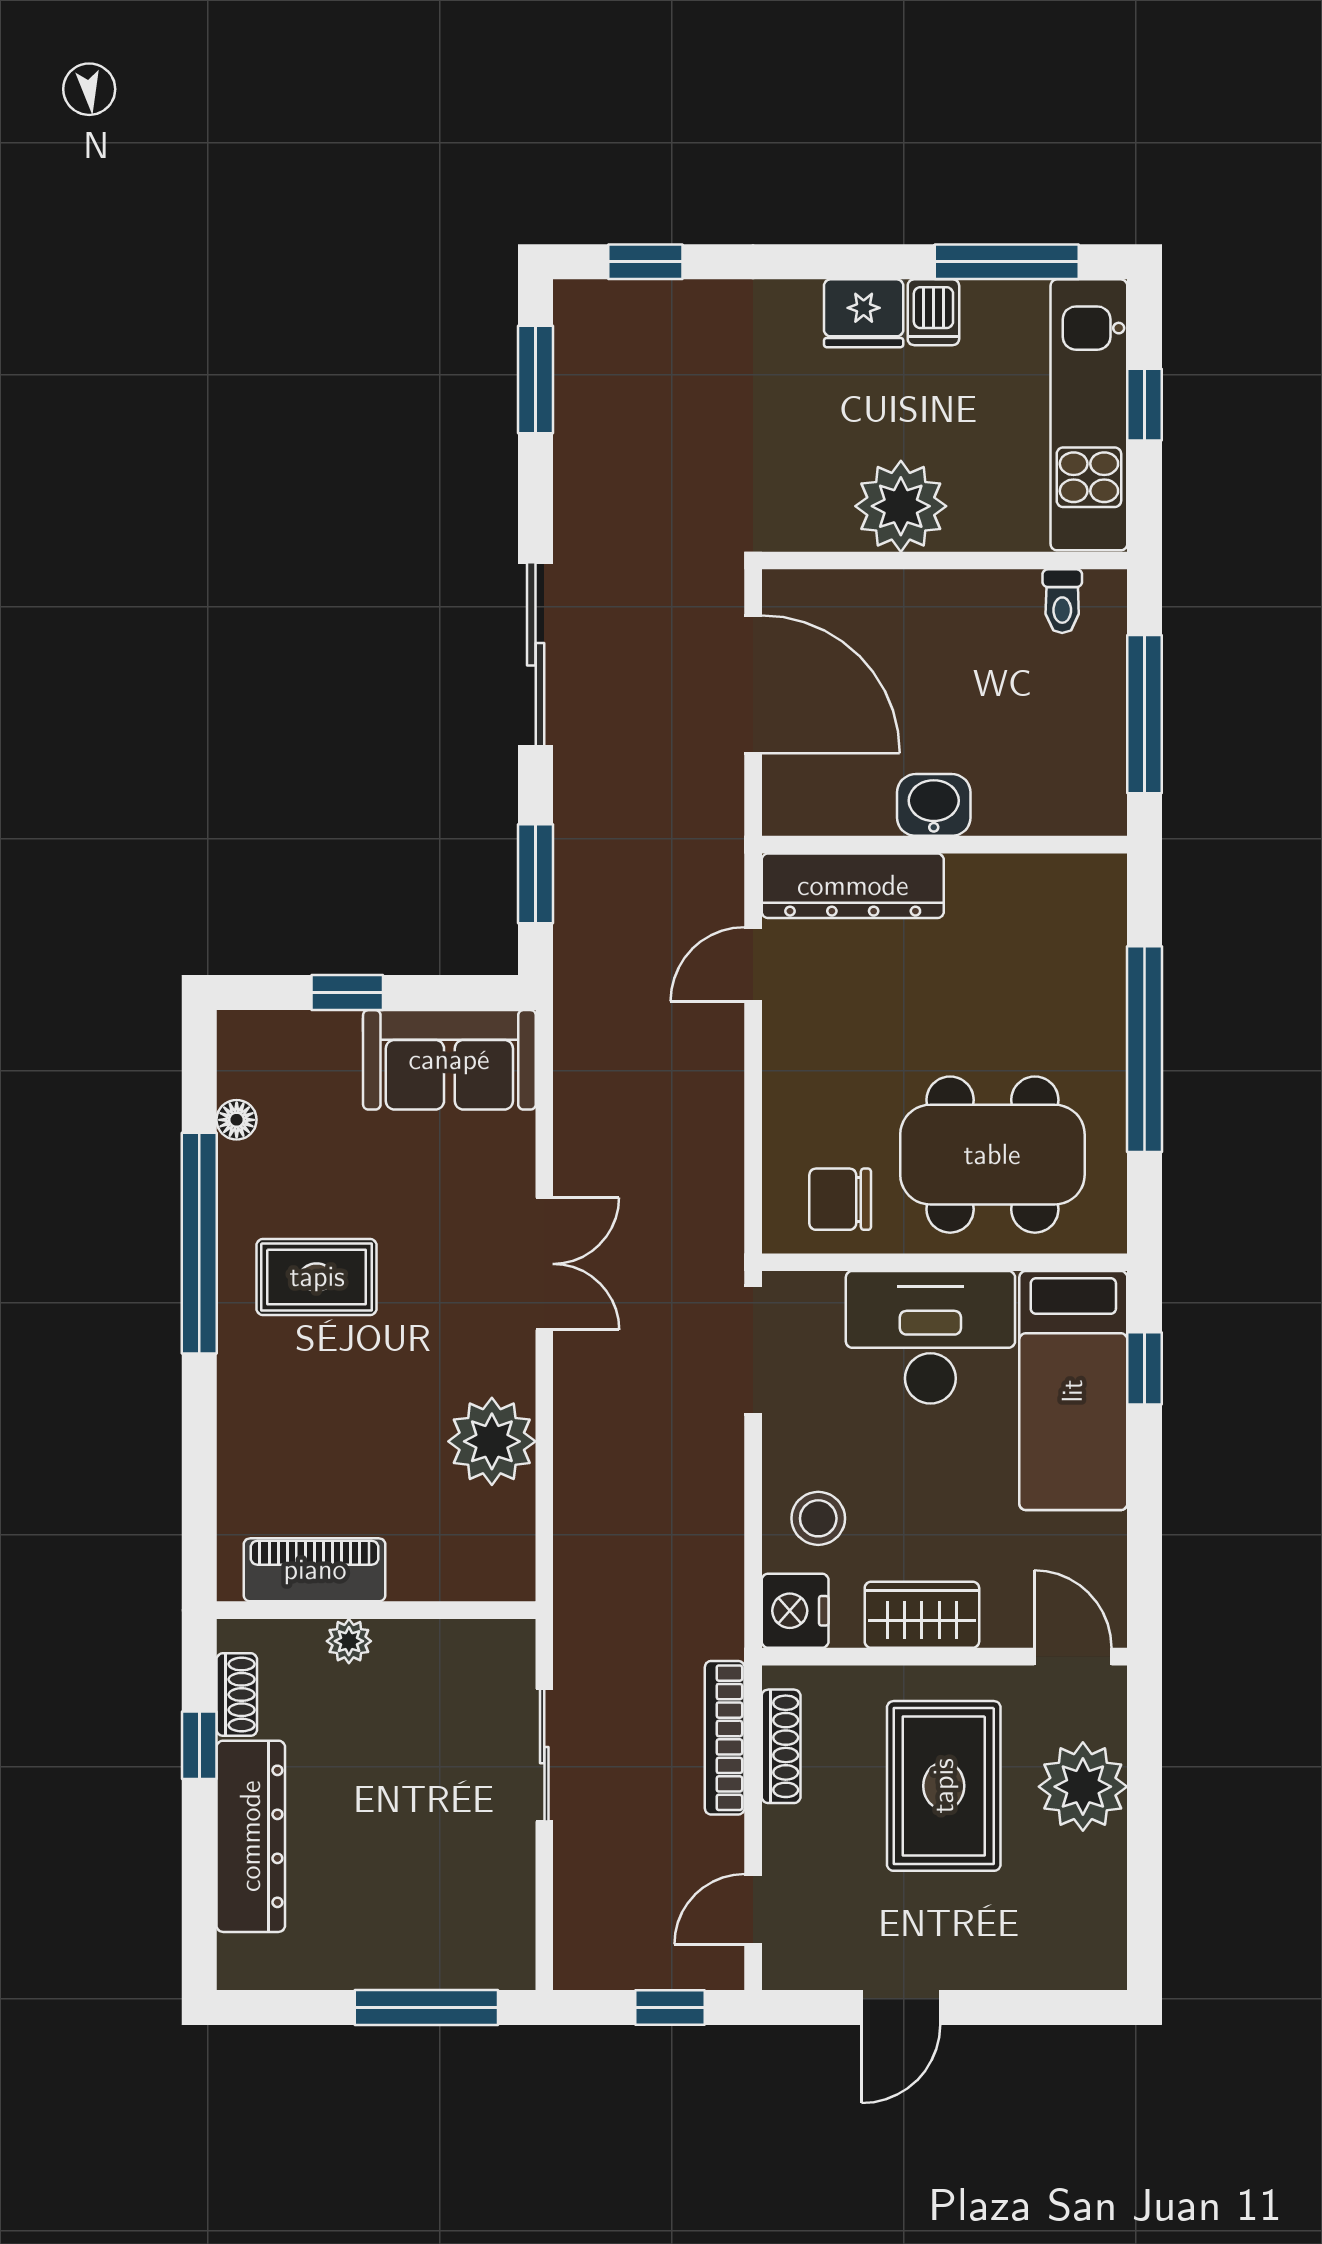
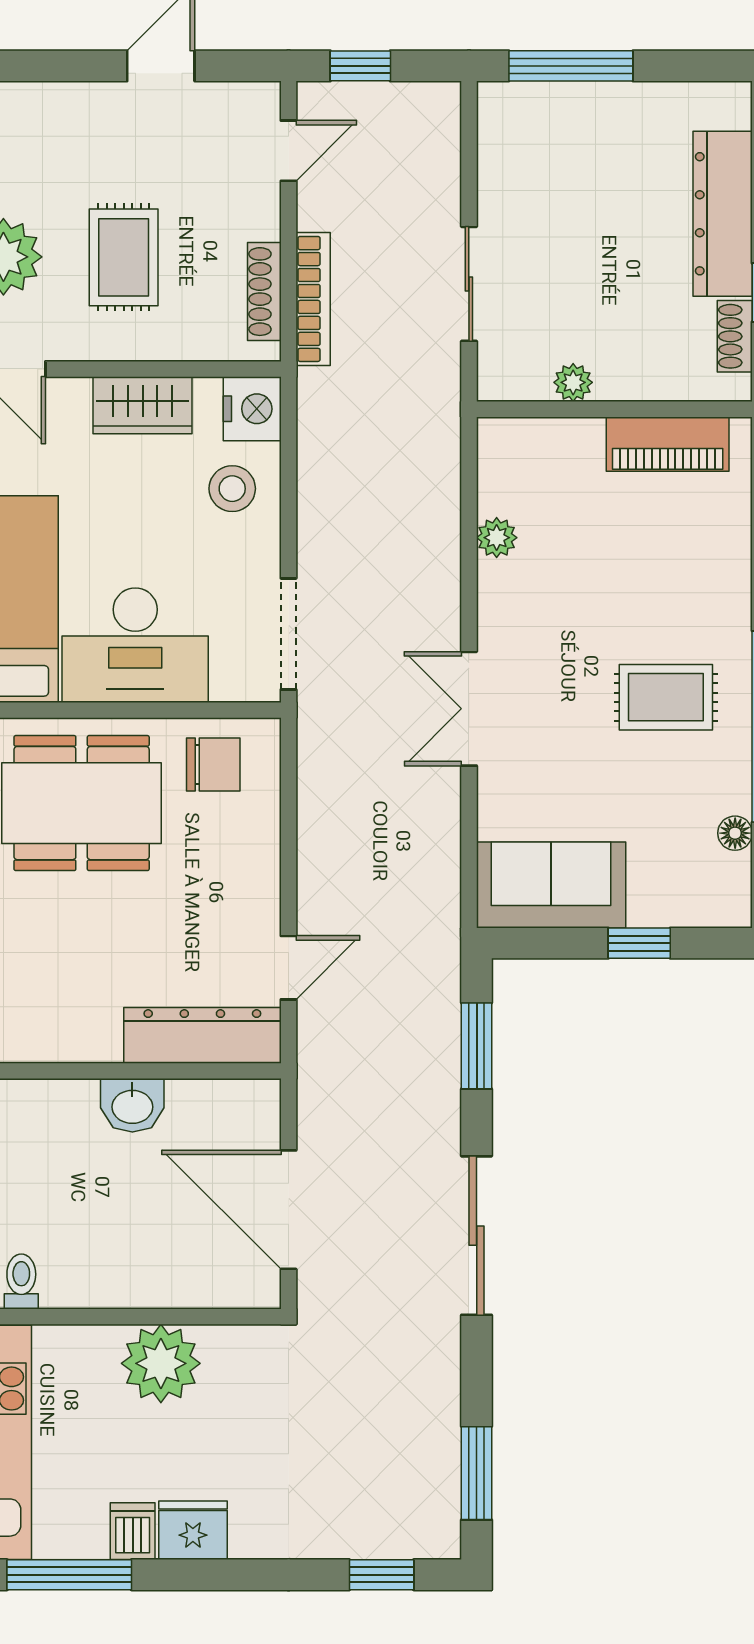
plant: (492, 1441) -> (497, 538), width x0.53, depth x0.53
plant: (349, 1641) -> (573, 382), moved
rug: (944, 1786) -> (124, 257), width x0.73, depth x0.70

